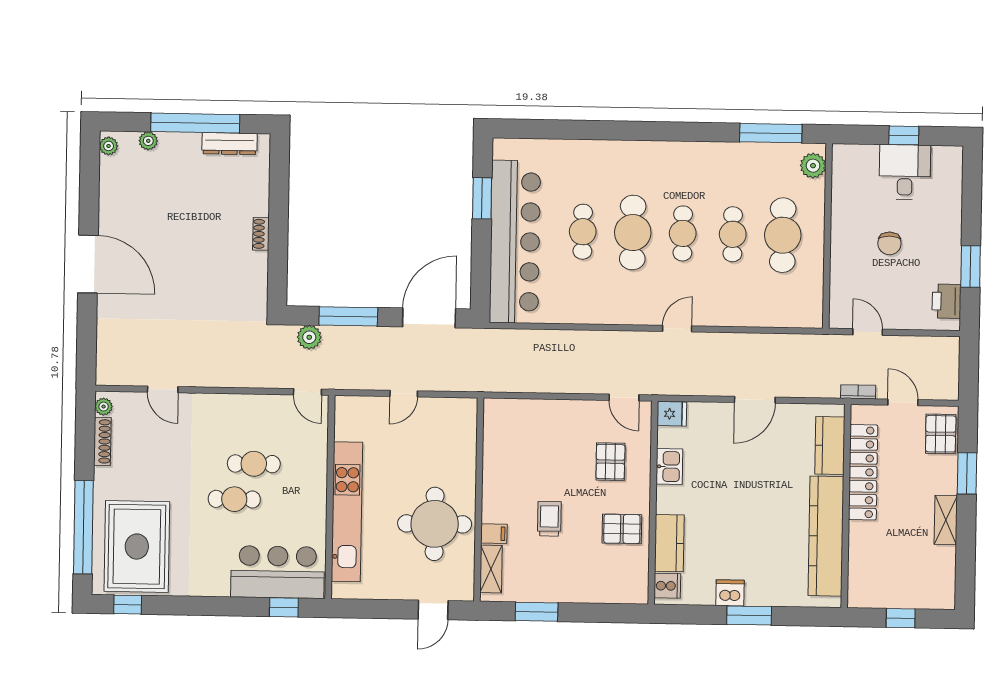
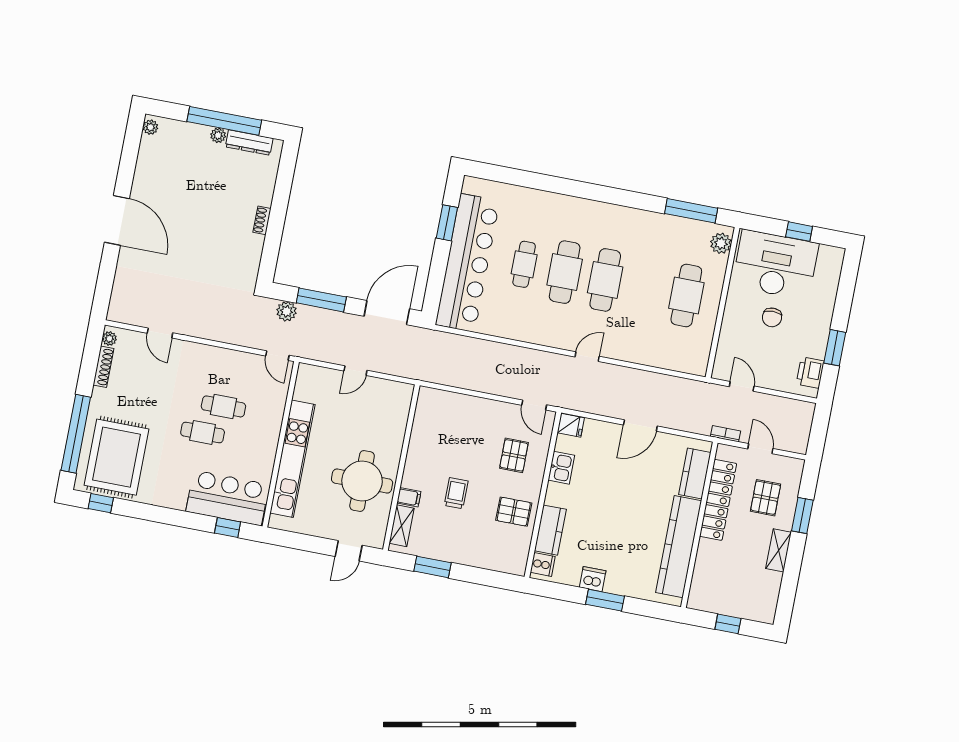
plant: (148, 141) -> (218, 135), moved
desk: (905, 172) -> (775, 265), width x1.87, depth x1.30
cafe table: (683, 233) -> (605, 280), width x1.37, depth x1.35
cafe table: (733, 234) -> (646, 288), removed
pallet: (941, 434) -> (766, 498), moved

